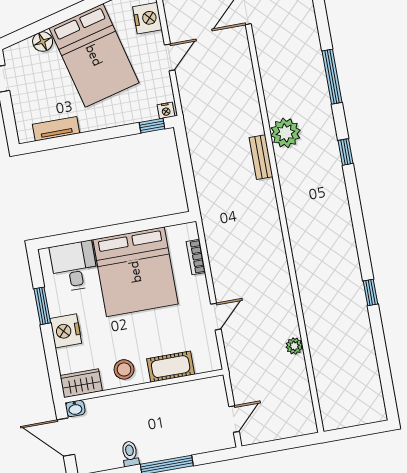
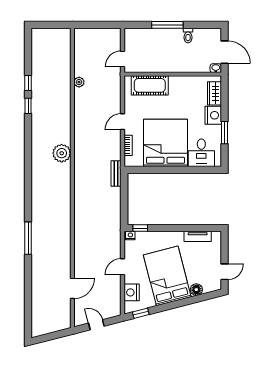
plant: (285, 133) -> (62, 153), moved
window: (345, 152) -> (28, 83), moved
bench: (261, 157) -> (116, 173), moved
door: (216, 317) -> (123, 122), moved
cot: (171, 367) -> (150, 85), width x1.37, depth x1.34
stool: (124, 369) -> (183, 86), removed
wardrobe: (81, 383) -> (215, 93), moved, turned 90
door: (234, 419) -> (123, 59), moved

